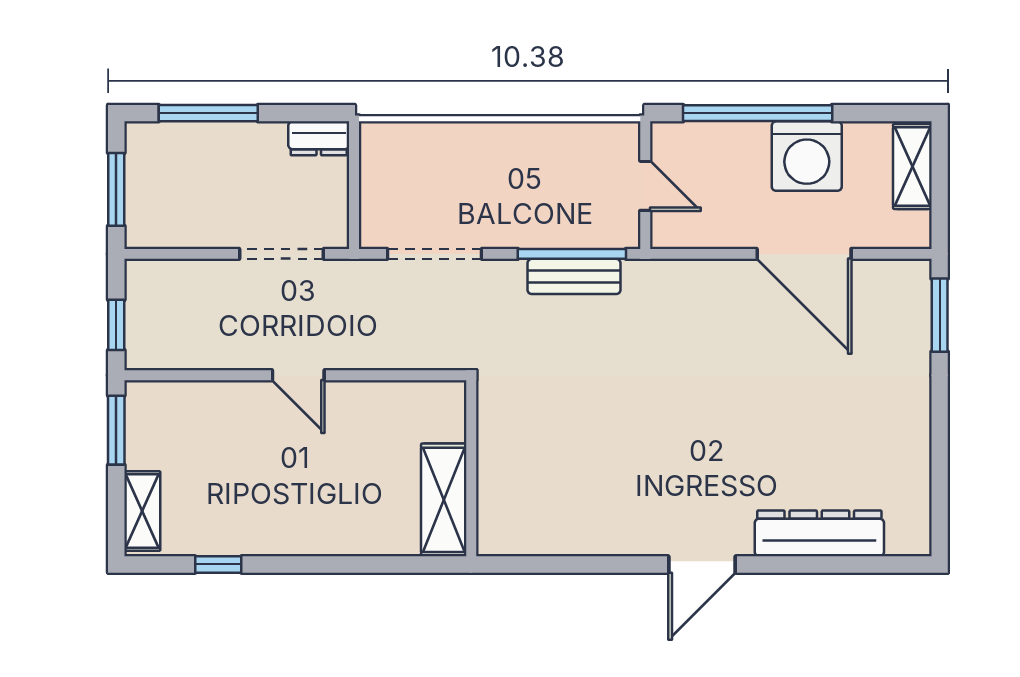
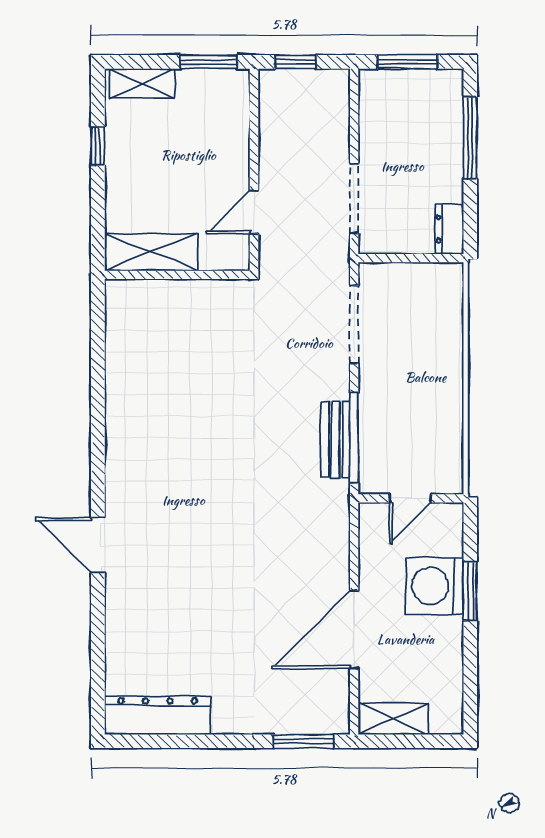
window: (758, 113) -> (470, 591), width x0.47
washing machine: (807, 156) -> (435, 586), moved
shelving: (912, 166) -> (393, 719), moved
wall: (471, 468) -> (177, 275), moved
shelving: (444, 500) -> (151, 252), moved
dresser: (819, 533) -> (158, 716), moved, turned -90

